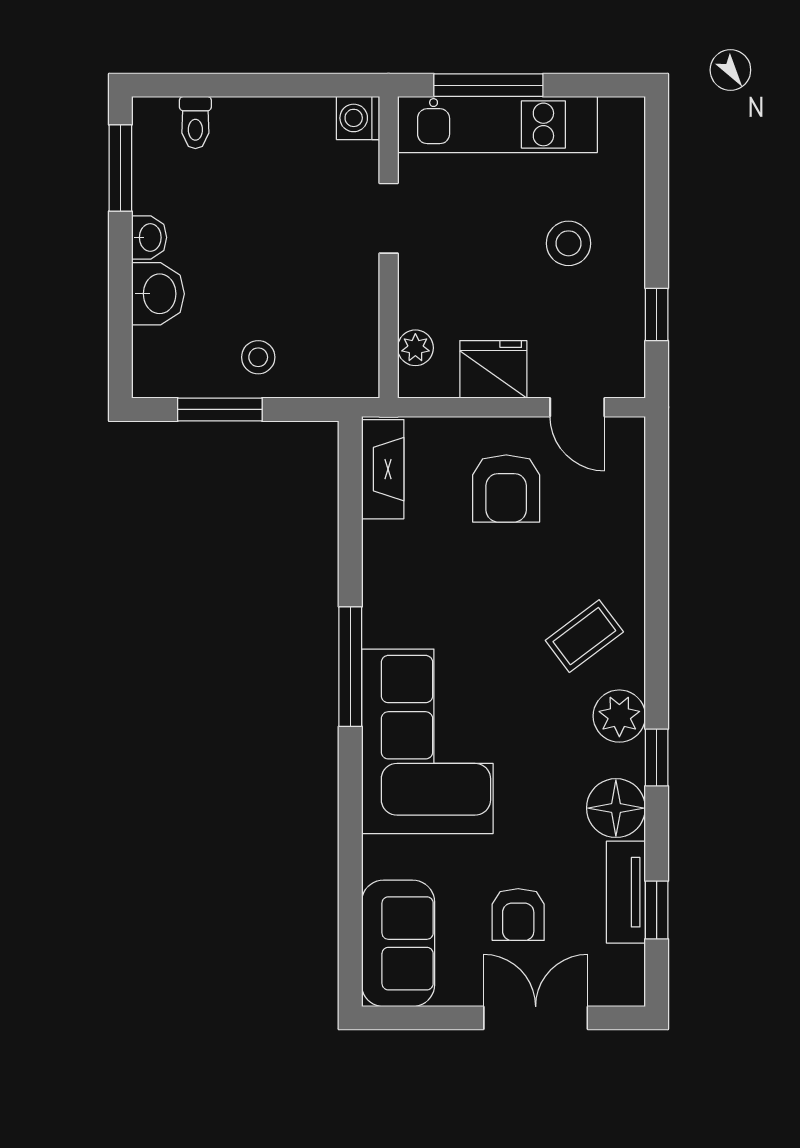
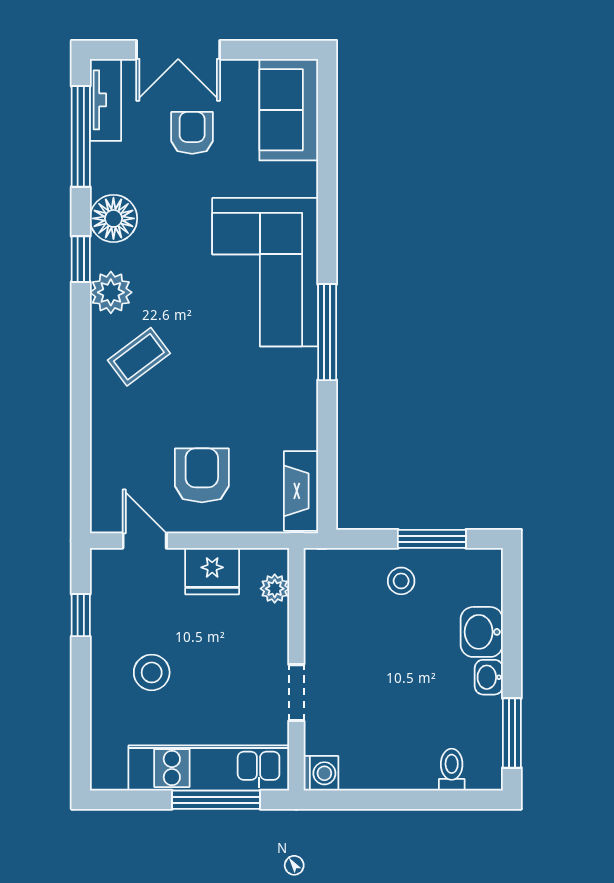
tv unit: (626, 892) -> (105, 100), moved
window: (657, 910) -> (81, 136), width x2.17

